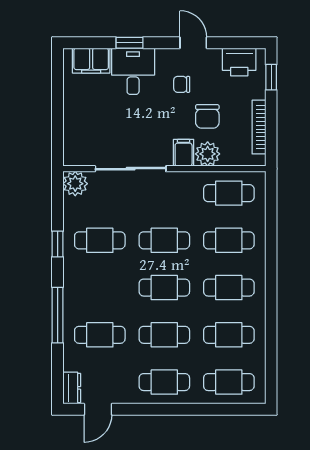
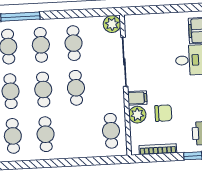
chair: (182, 84) -> (185, 94), removed
chair: (207, 116) -> (163, 113), turned 180
cafe table: (229, 240) -> (41, 45), moved
window: (58, 244) -> (70, 14), removed

